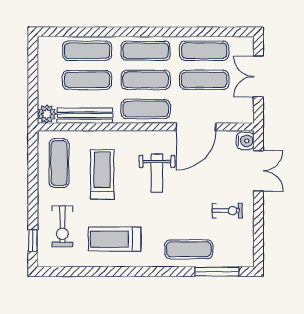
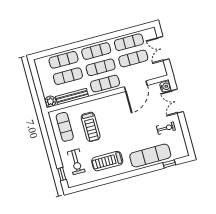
double door: (258, 171) -> (177, 101), swing flipped
weight bench: (157, 173) -> (121, 118), removed
treadmill: (102, 175) -> (91, 127), turned 180
exercise mat: (189, 249) -> (150, 156), width x1.36, depth x1.45
window: (217, 272) -> (169, 164), width x0.46

